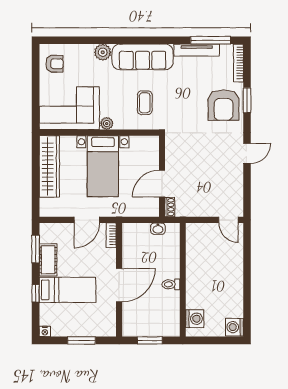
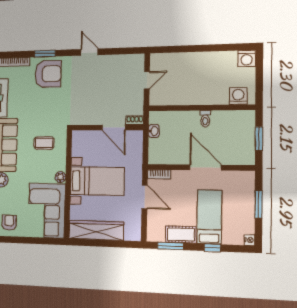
door: (228, 220) -> (147, 80), moved

